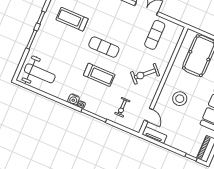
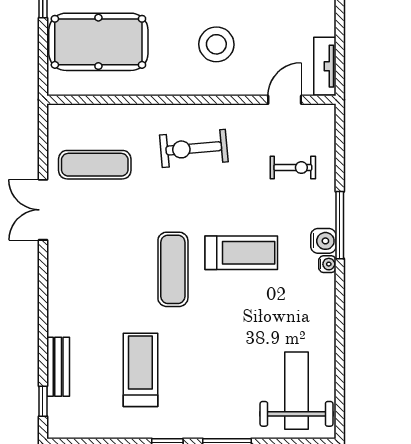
treadmill: (72, 19) -> (140, 370), turned 180
exercise bike: (145, 74) -> (194, 148), turned 128
treadmill: (99, 75) -> (241, 253), turned 90
water cooler: (74, 100) -> (323, 241), moved

